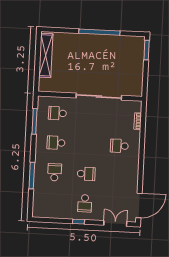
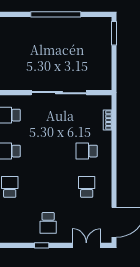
school desk: (86, 174) -> (87, 187), moved, turned -90

